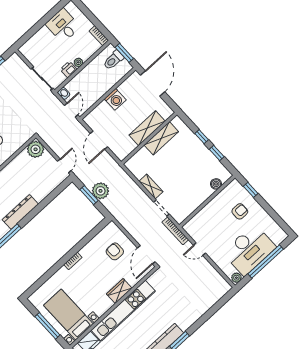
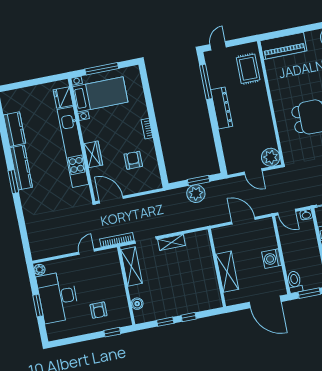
toilet: (113, 60) -> (295, 282), moved
shelving: (161, 138) -> (131, 267), moved
door: (64, 166) -> (253, 172), moved
armchair: (115, 251) -> (133, 160), moved, turned -90
window: (266, 262) -> (38, 306), width x0.47

